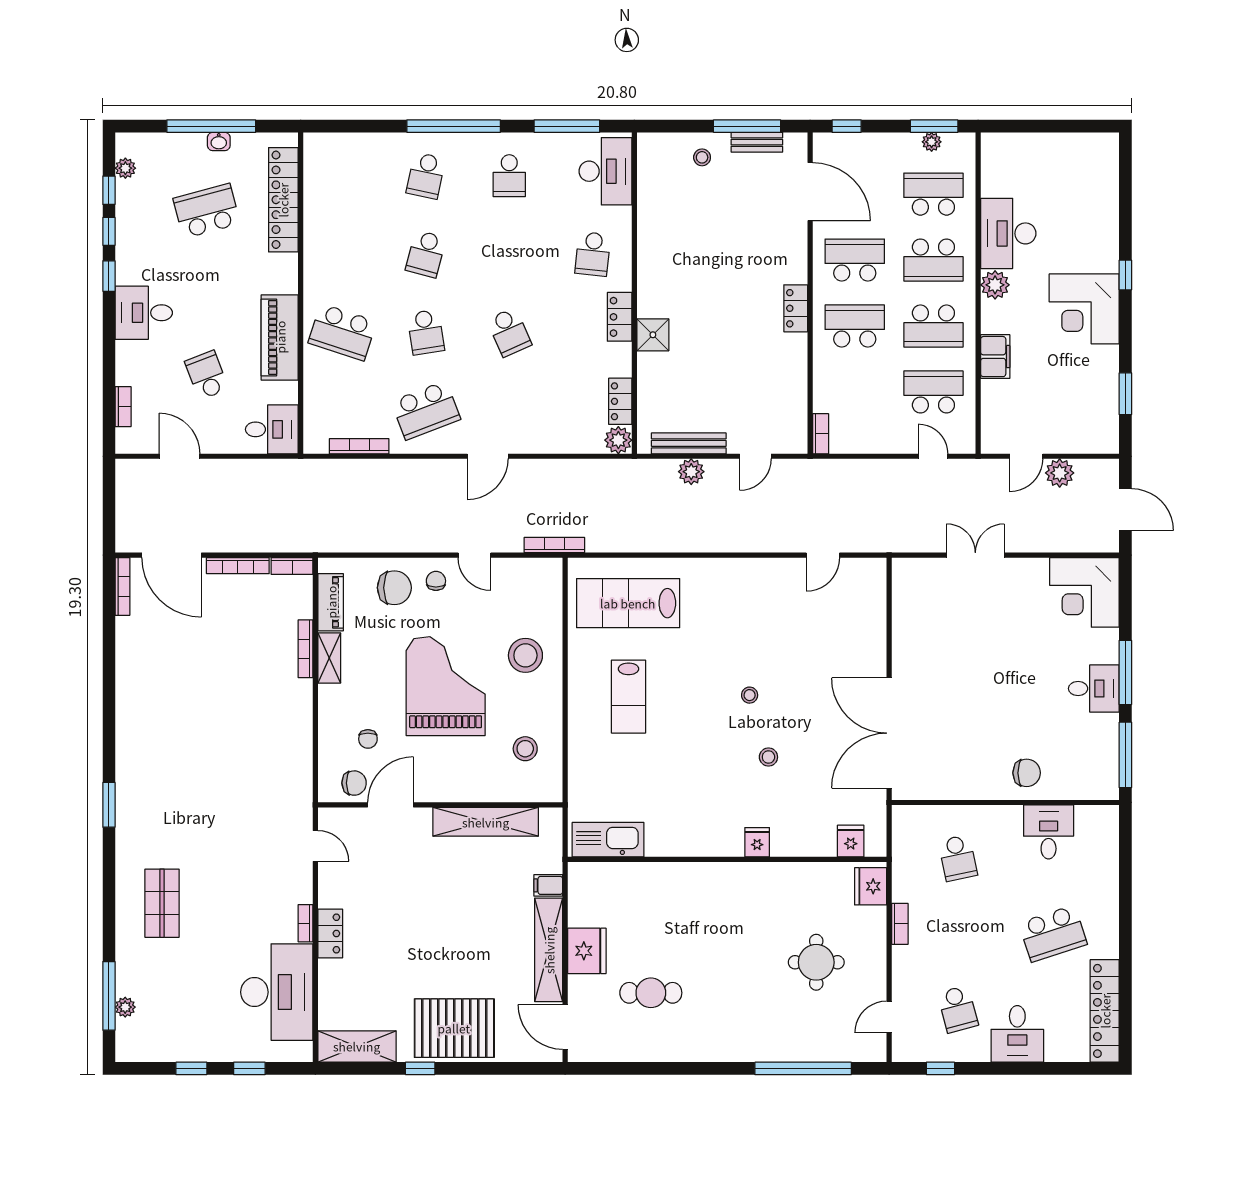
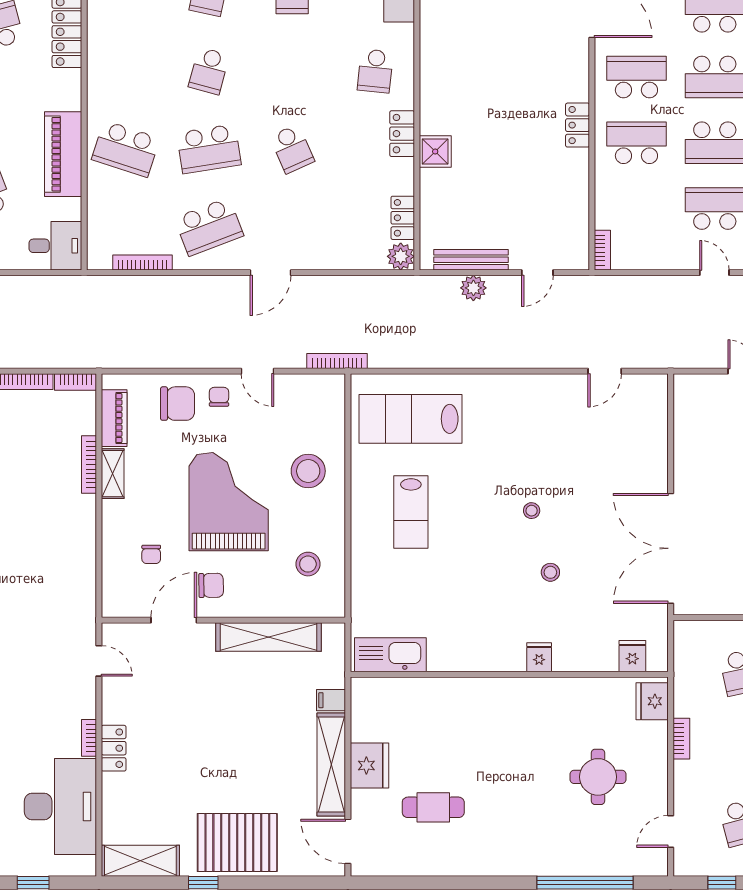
school desk: (426, 332) -> (209, 149), width x1.85
chair: (354, 783) -> (211, 585), moved

